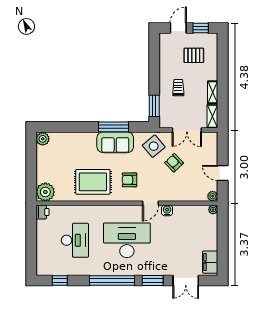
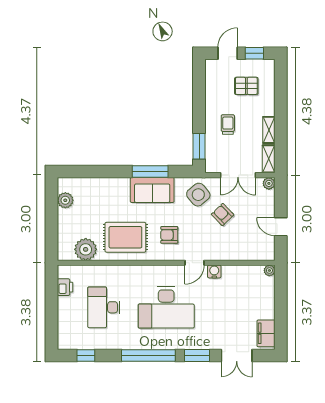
plant: (43, 139) -> (65, 200), moved
plant: (45, 192) -> (86, 249), moved
plant: (213, 196) -> (269, 183), moved
printer: (42, 212) -> (65, 287), moved
desk: (75, 240) -> (104, 307), turned 180
desk: (127, 240) -> (166, 307), turned 180

